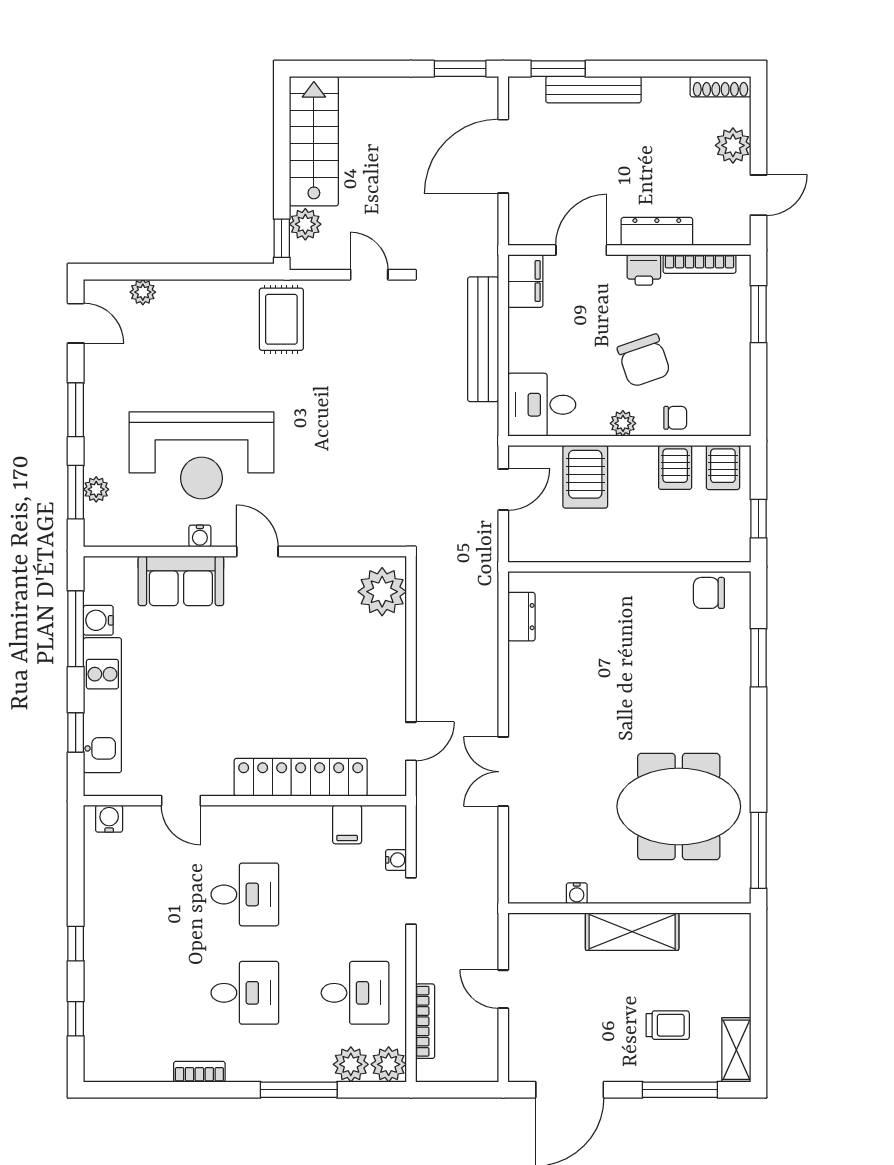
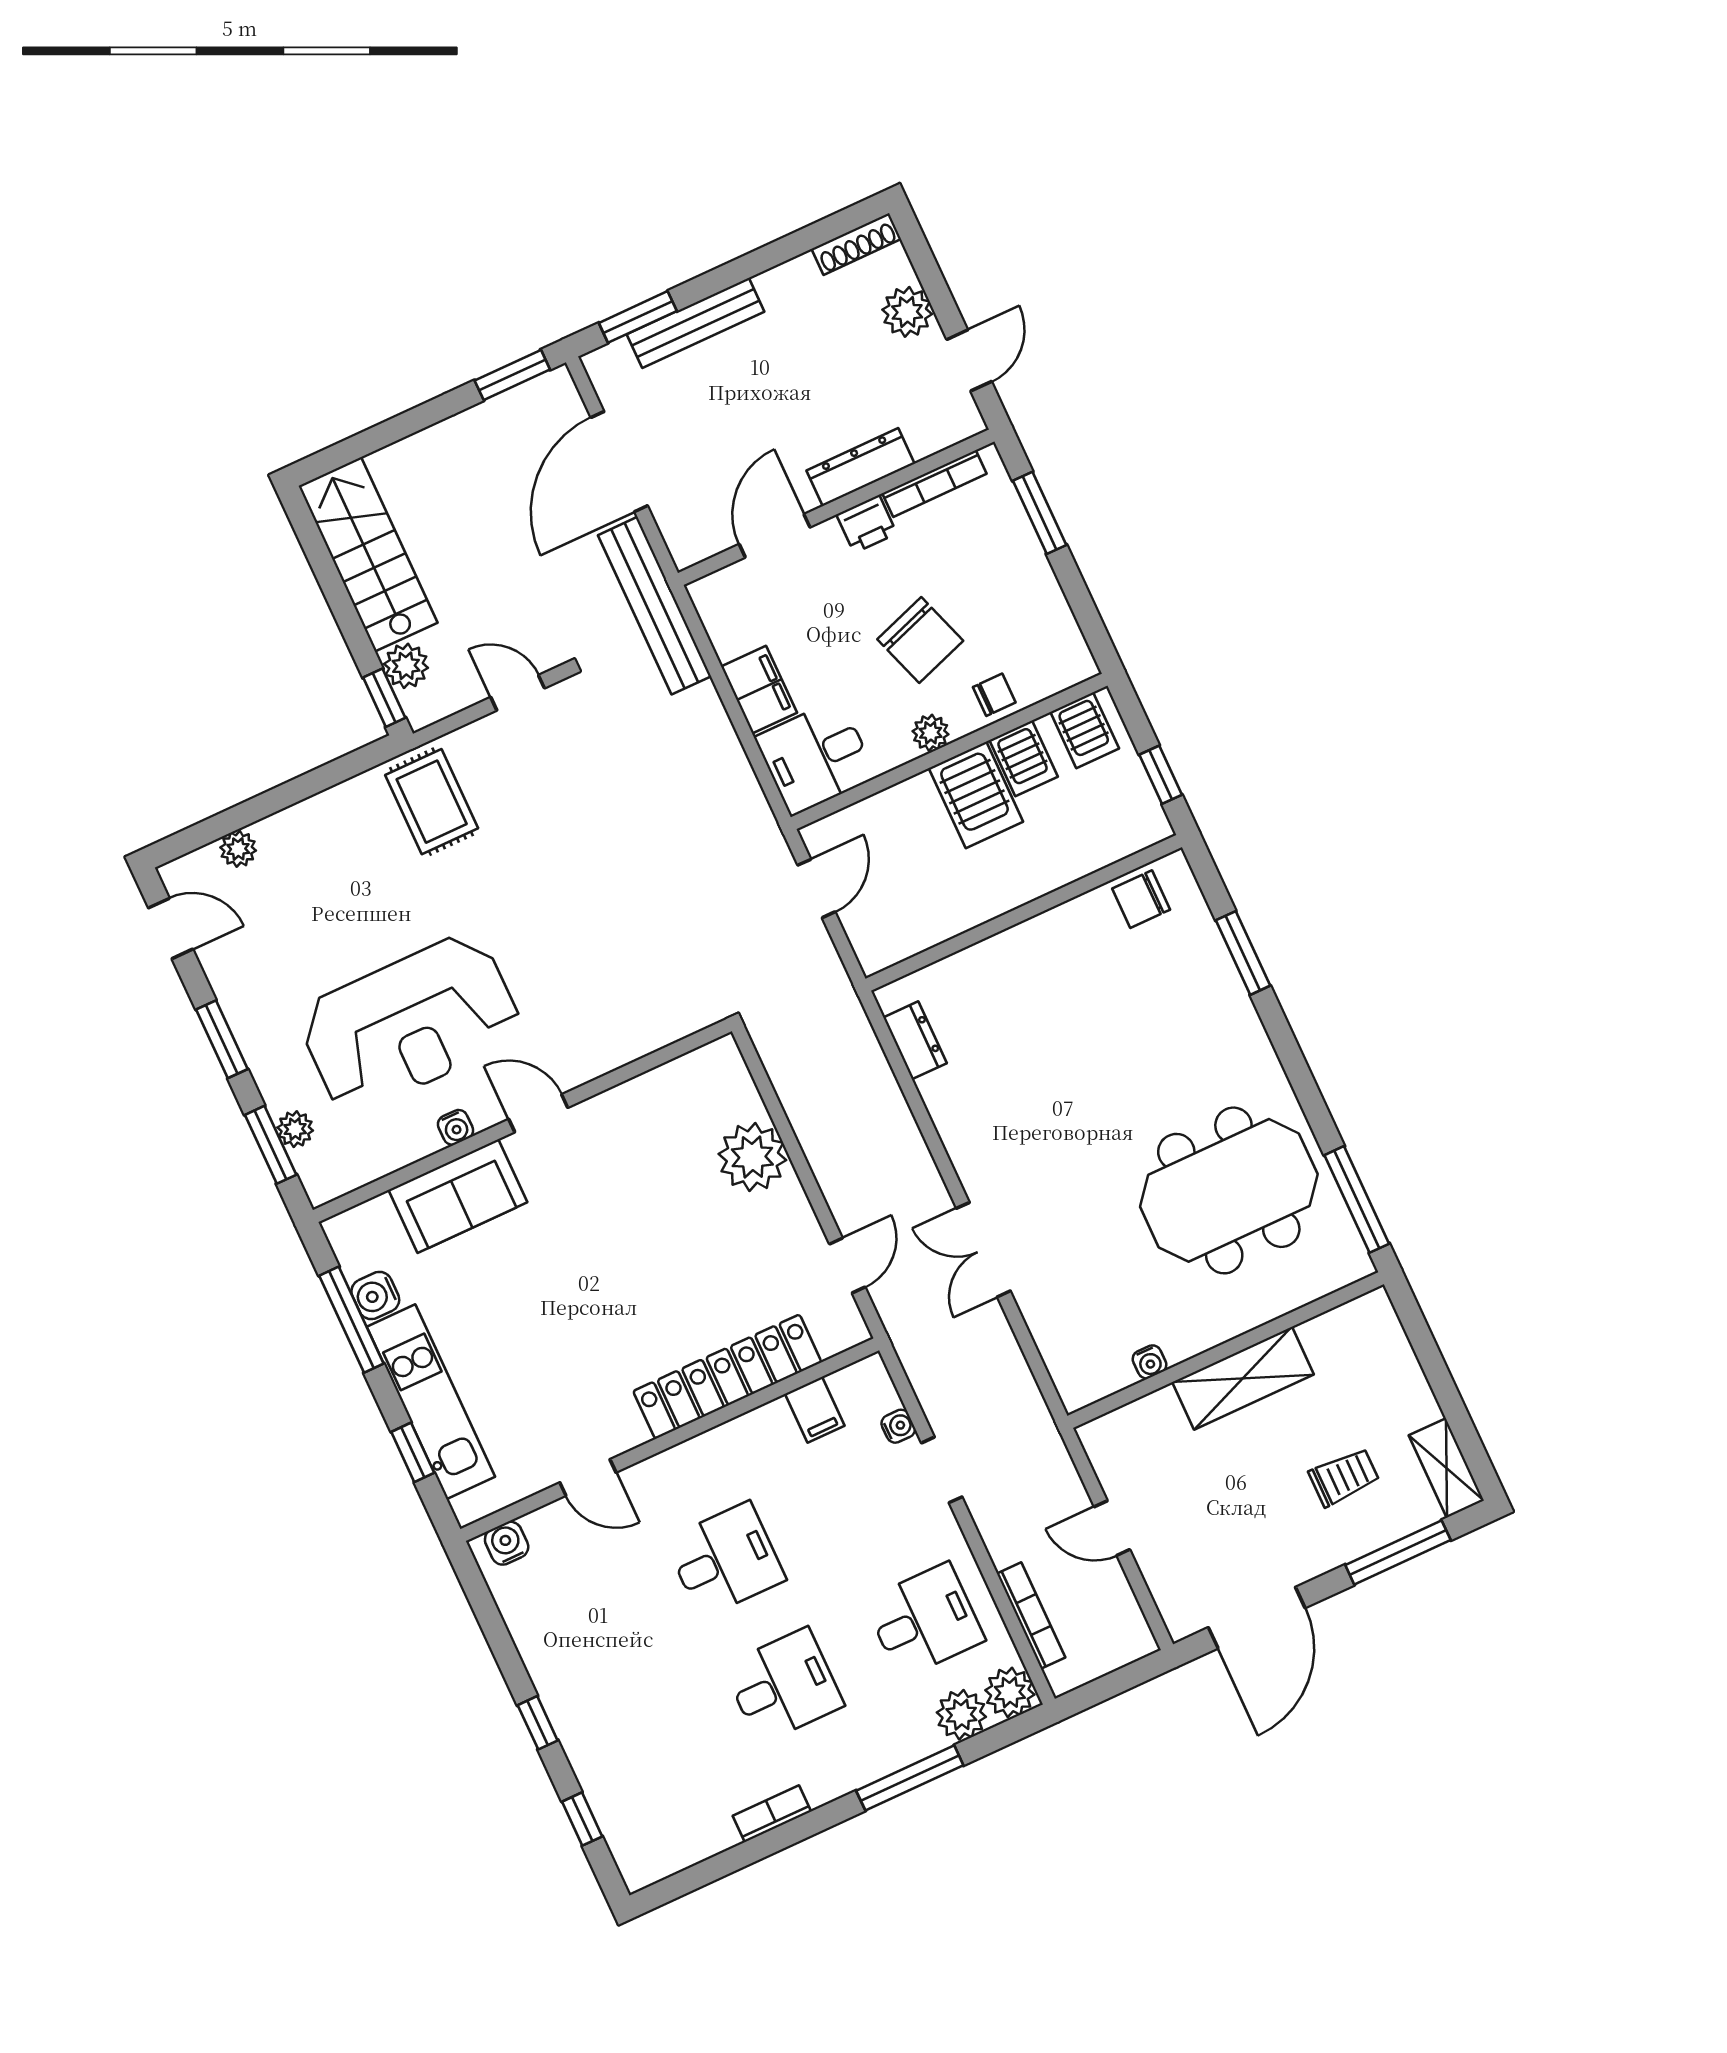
filing cabinet: (525, 281) -> (759, 690), moved
bench: (483, 339) -> (655, 606), moved
server rack: (585, 477) -> (976, 795), moved
plant: (382, 592) -> (752, 1157), moved

